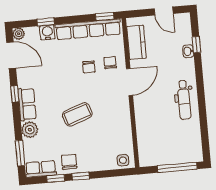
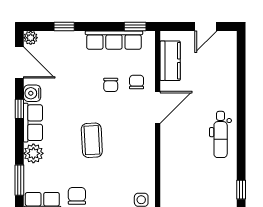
door: (164, 11) -> (206, 26), hinge flipped
row of seats: (88, 29) -> (114, 40), width x0.73
water cooler: (47, 32) -> (32, 93), moved, turned -90
window: (196, 45) -> (241, 190), moved
washbasin: (188, 51) -> (231, 77), removed
coffee table: (77, 114) -> (92, 140), turned -74

